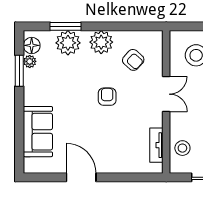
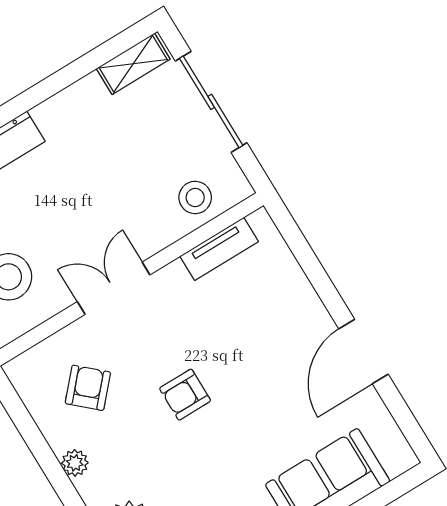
plant: (101, 42) -> (75, 463), width x0.53, depth x0.53

